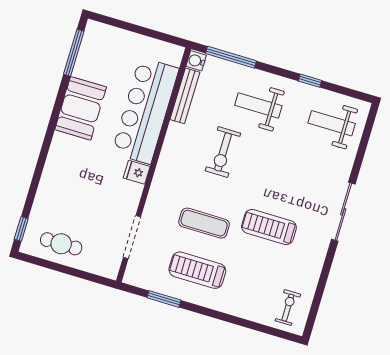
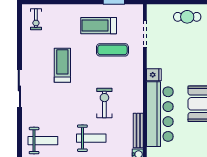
exercise mat: (204, 223) -> (112, 50), moved
treadmill: (269, 227) -> (62, 65), turned -90
treadmill: (197, 270) -> (99, 26), turned 180

